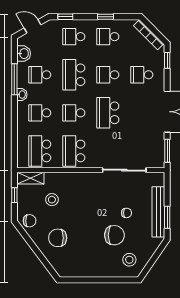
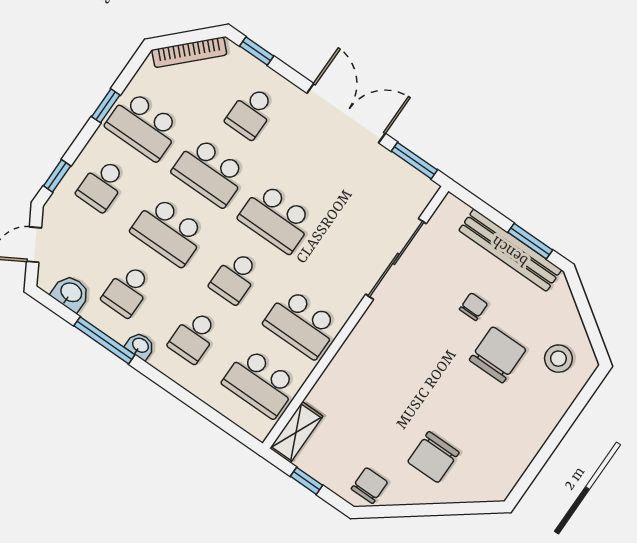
school desk: (108, 37) -> (143, 126), width x1.85
school desk: (108, 75) -> (210, 172), width x1.85
stool: (52, 200) -> (360, 421), removed

